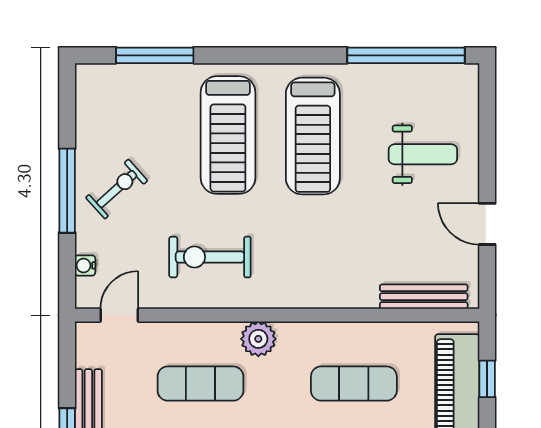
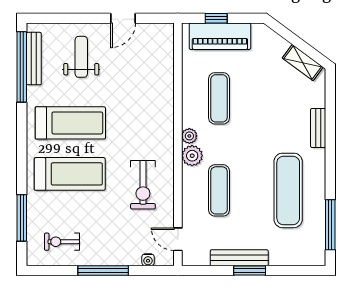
exercise bike: (117, 189) -> (62, 242), moved, turned -48
bench: (424, 297) -> (34, 59), moved
plant: (291, 334) -> (189, 136), added

